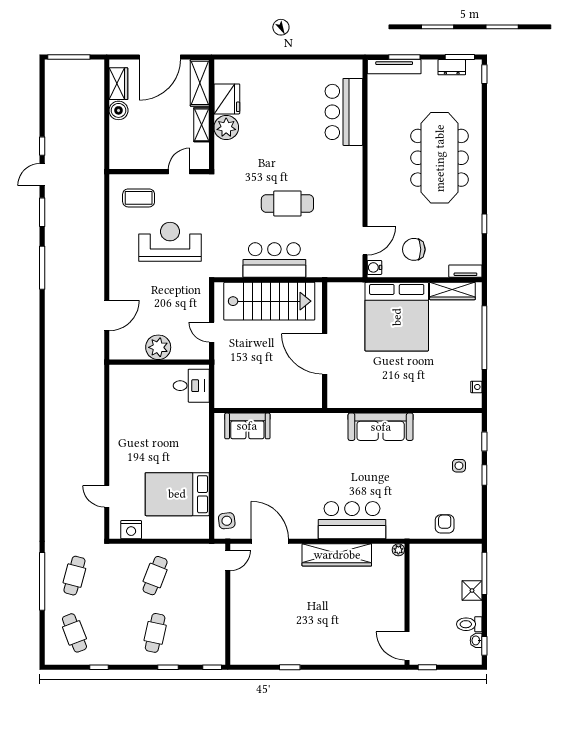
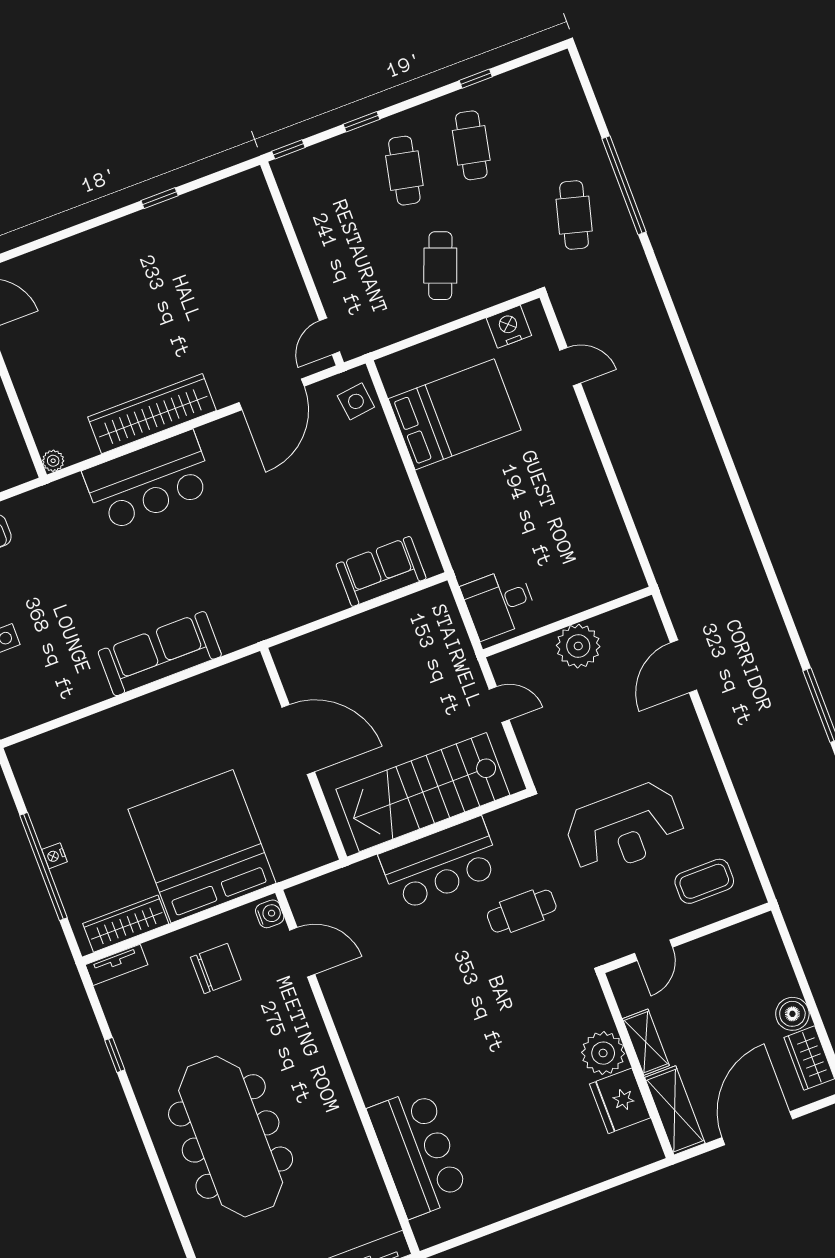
cafe table: (287, 203) -> (522, 911), moved, width x0.73, depth x0.74
door: (365, 241) -> (302, 952), swing flipped
nightstand: (476, 387) -> (55, 856), moved
door: (270, 541) -> (272, 394), hinge flipped
cafe table: (74, 633) -> (471, 145), moved, turned 33

